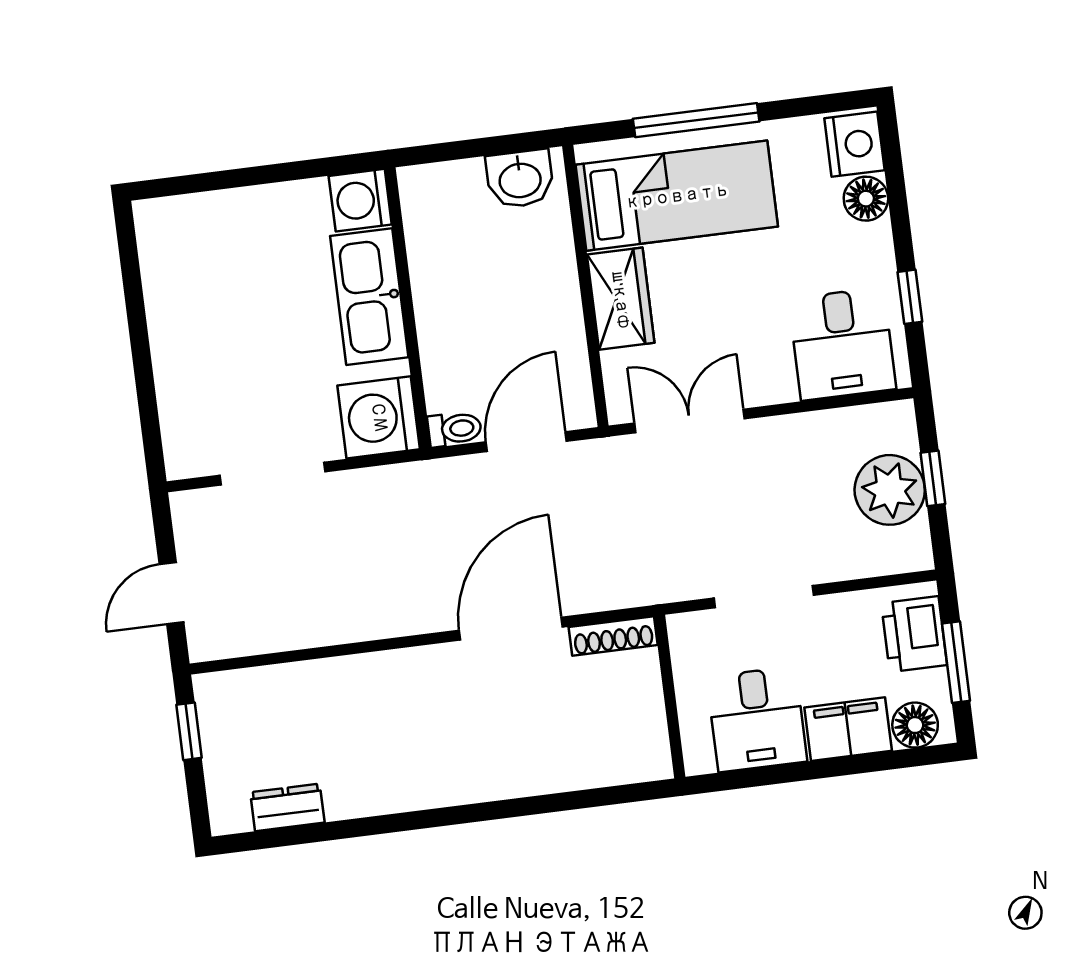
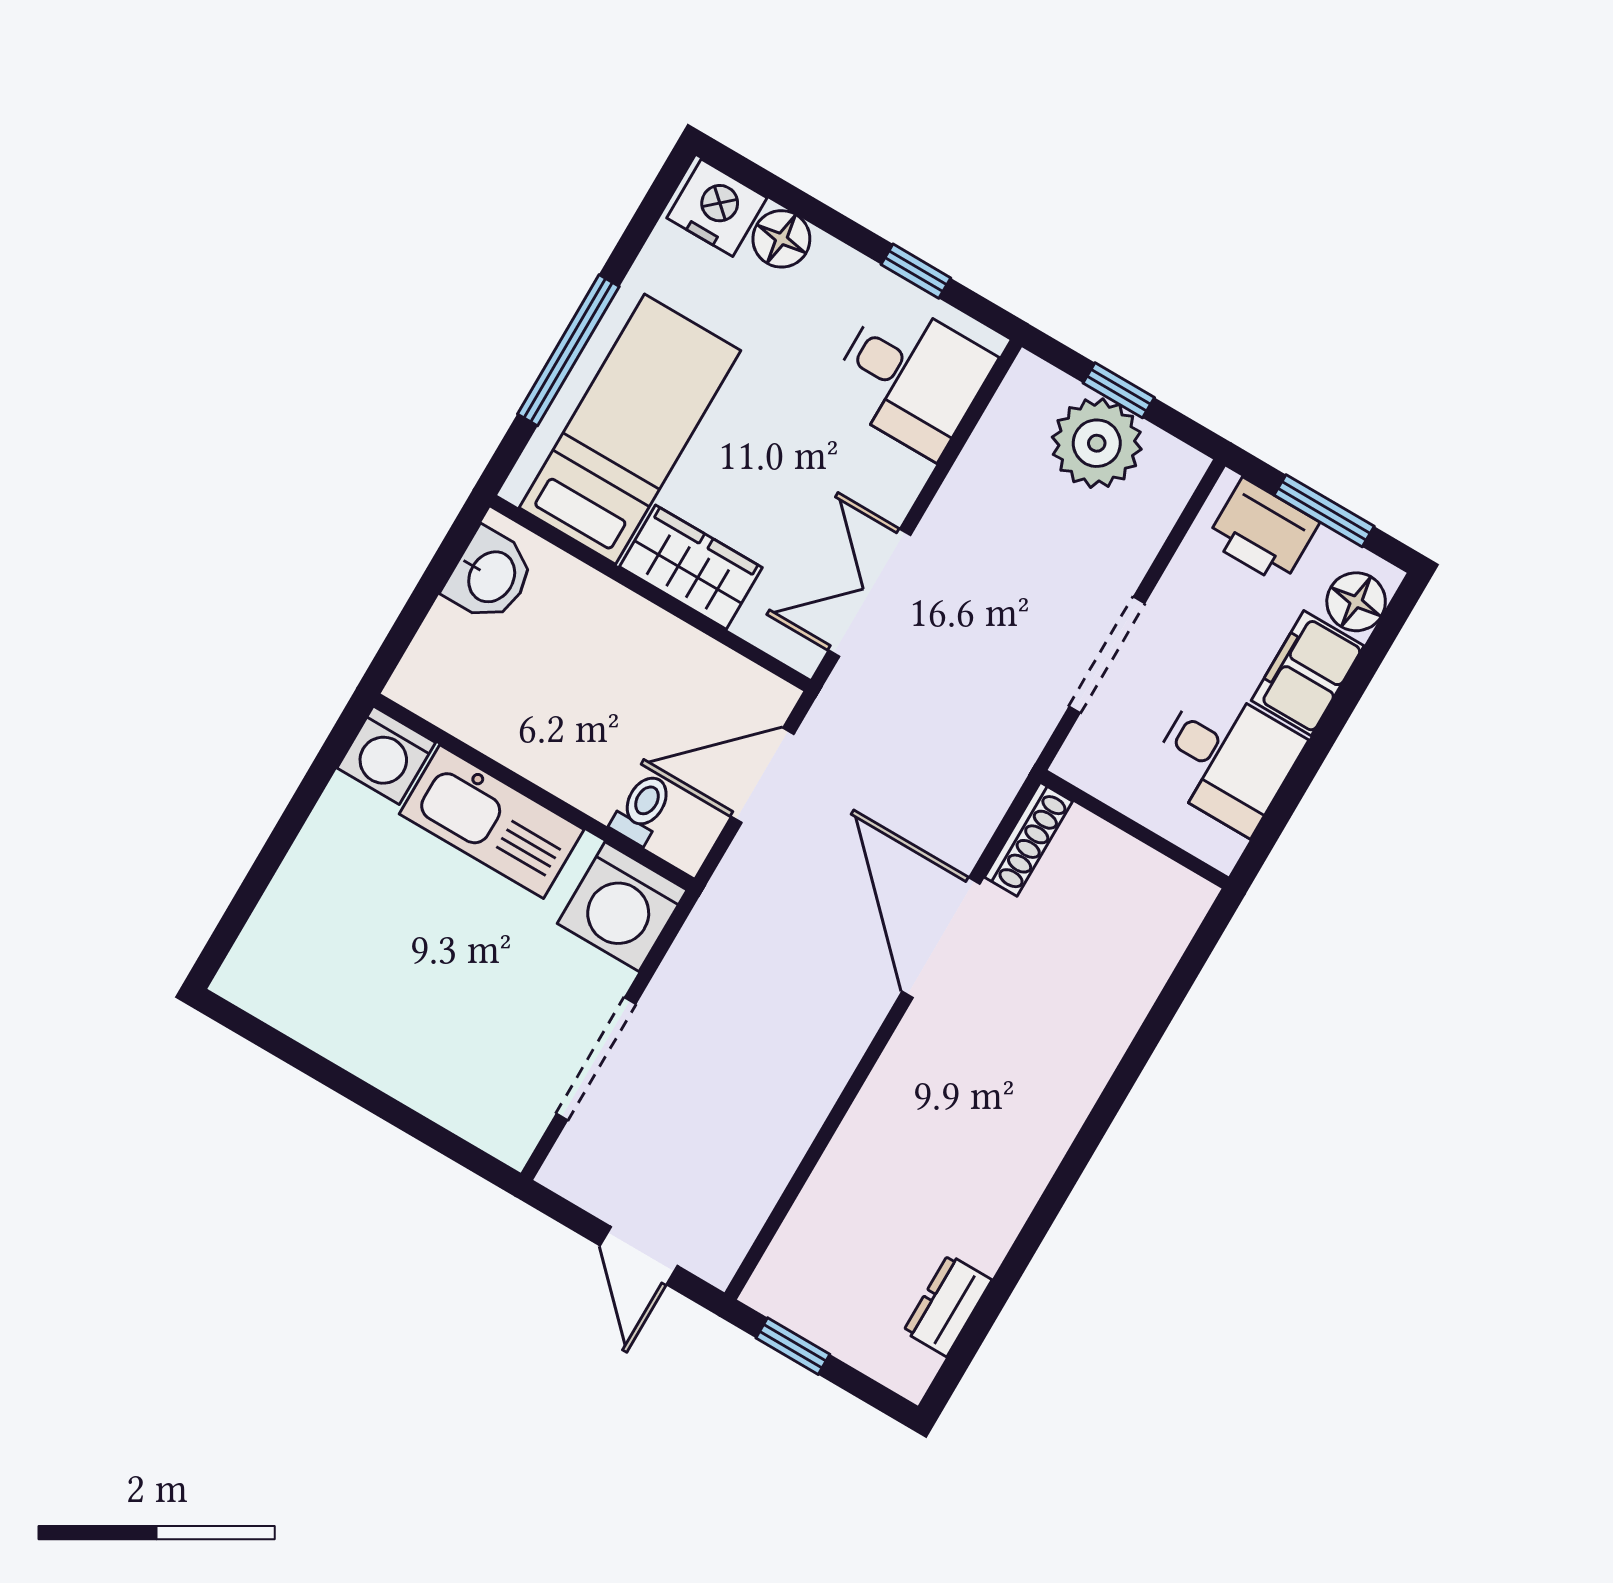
toilet: (455, 429) -> (642, 808), moved
door: (526, 442) -> (762, 775), hinge flipped

